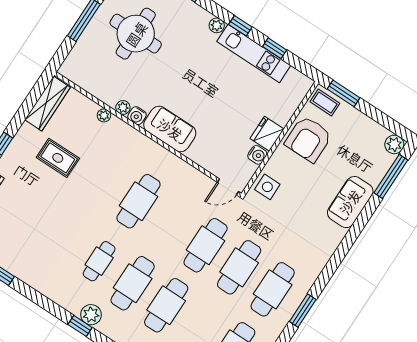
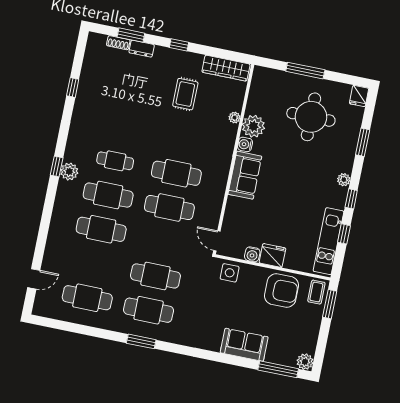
kitchen unit: (254, 53) -> (328, 241), moved
plant: (123, 107) -> (253, 126), width x1.88, depth x1.88
armchair: (308, 139) -> (281, 291), turned 180
cafe table: (206, 245) -> (169, 208), moved

